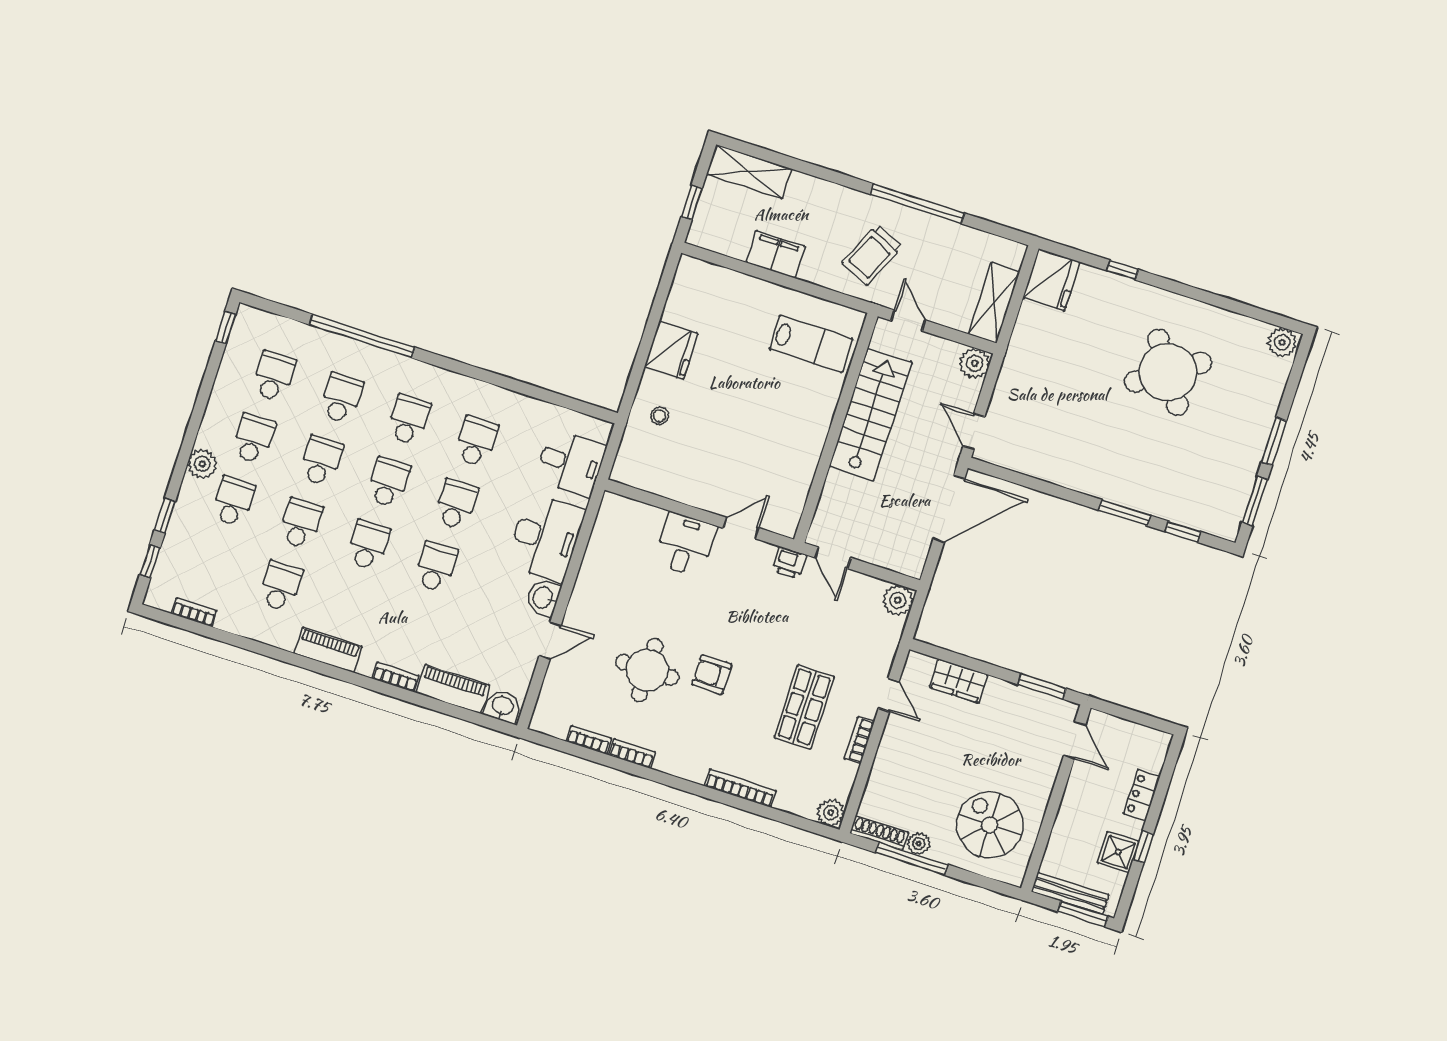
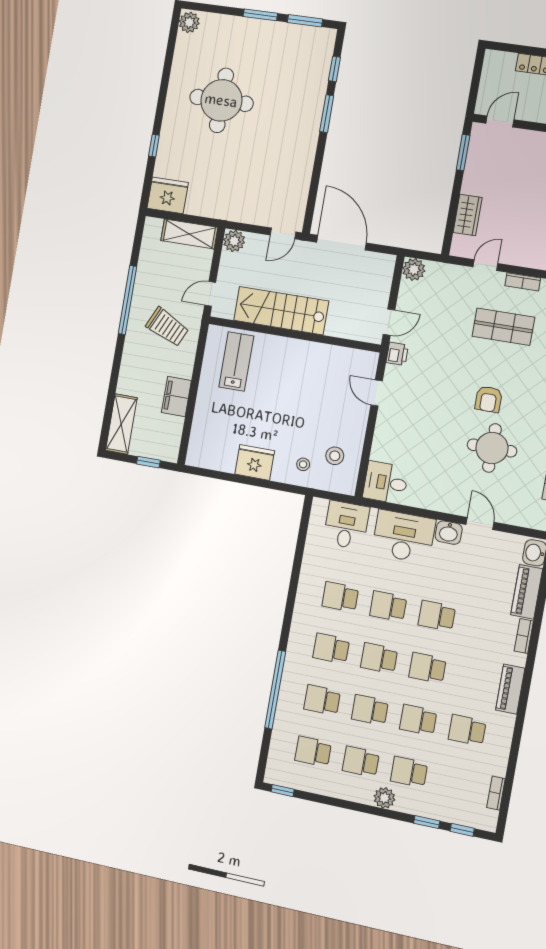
round table: (1168, 372) -> (221, 100), turned 34
stool: (665, 460) -> (335, 456), added
desk: (685, 545) -> (386, 483), moved

